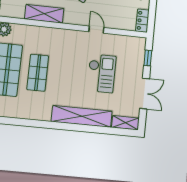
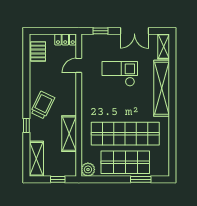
door: (96, 30) -> (79, 65), moved
shop shelf: (38, 73) -> (125, 134), width x2.00, depth x1.36
double door: (145, 94) -> (134, 31), swing flipped

